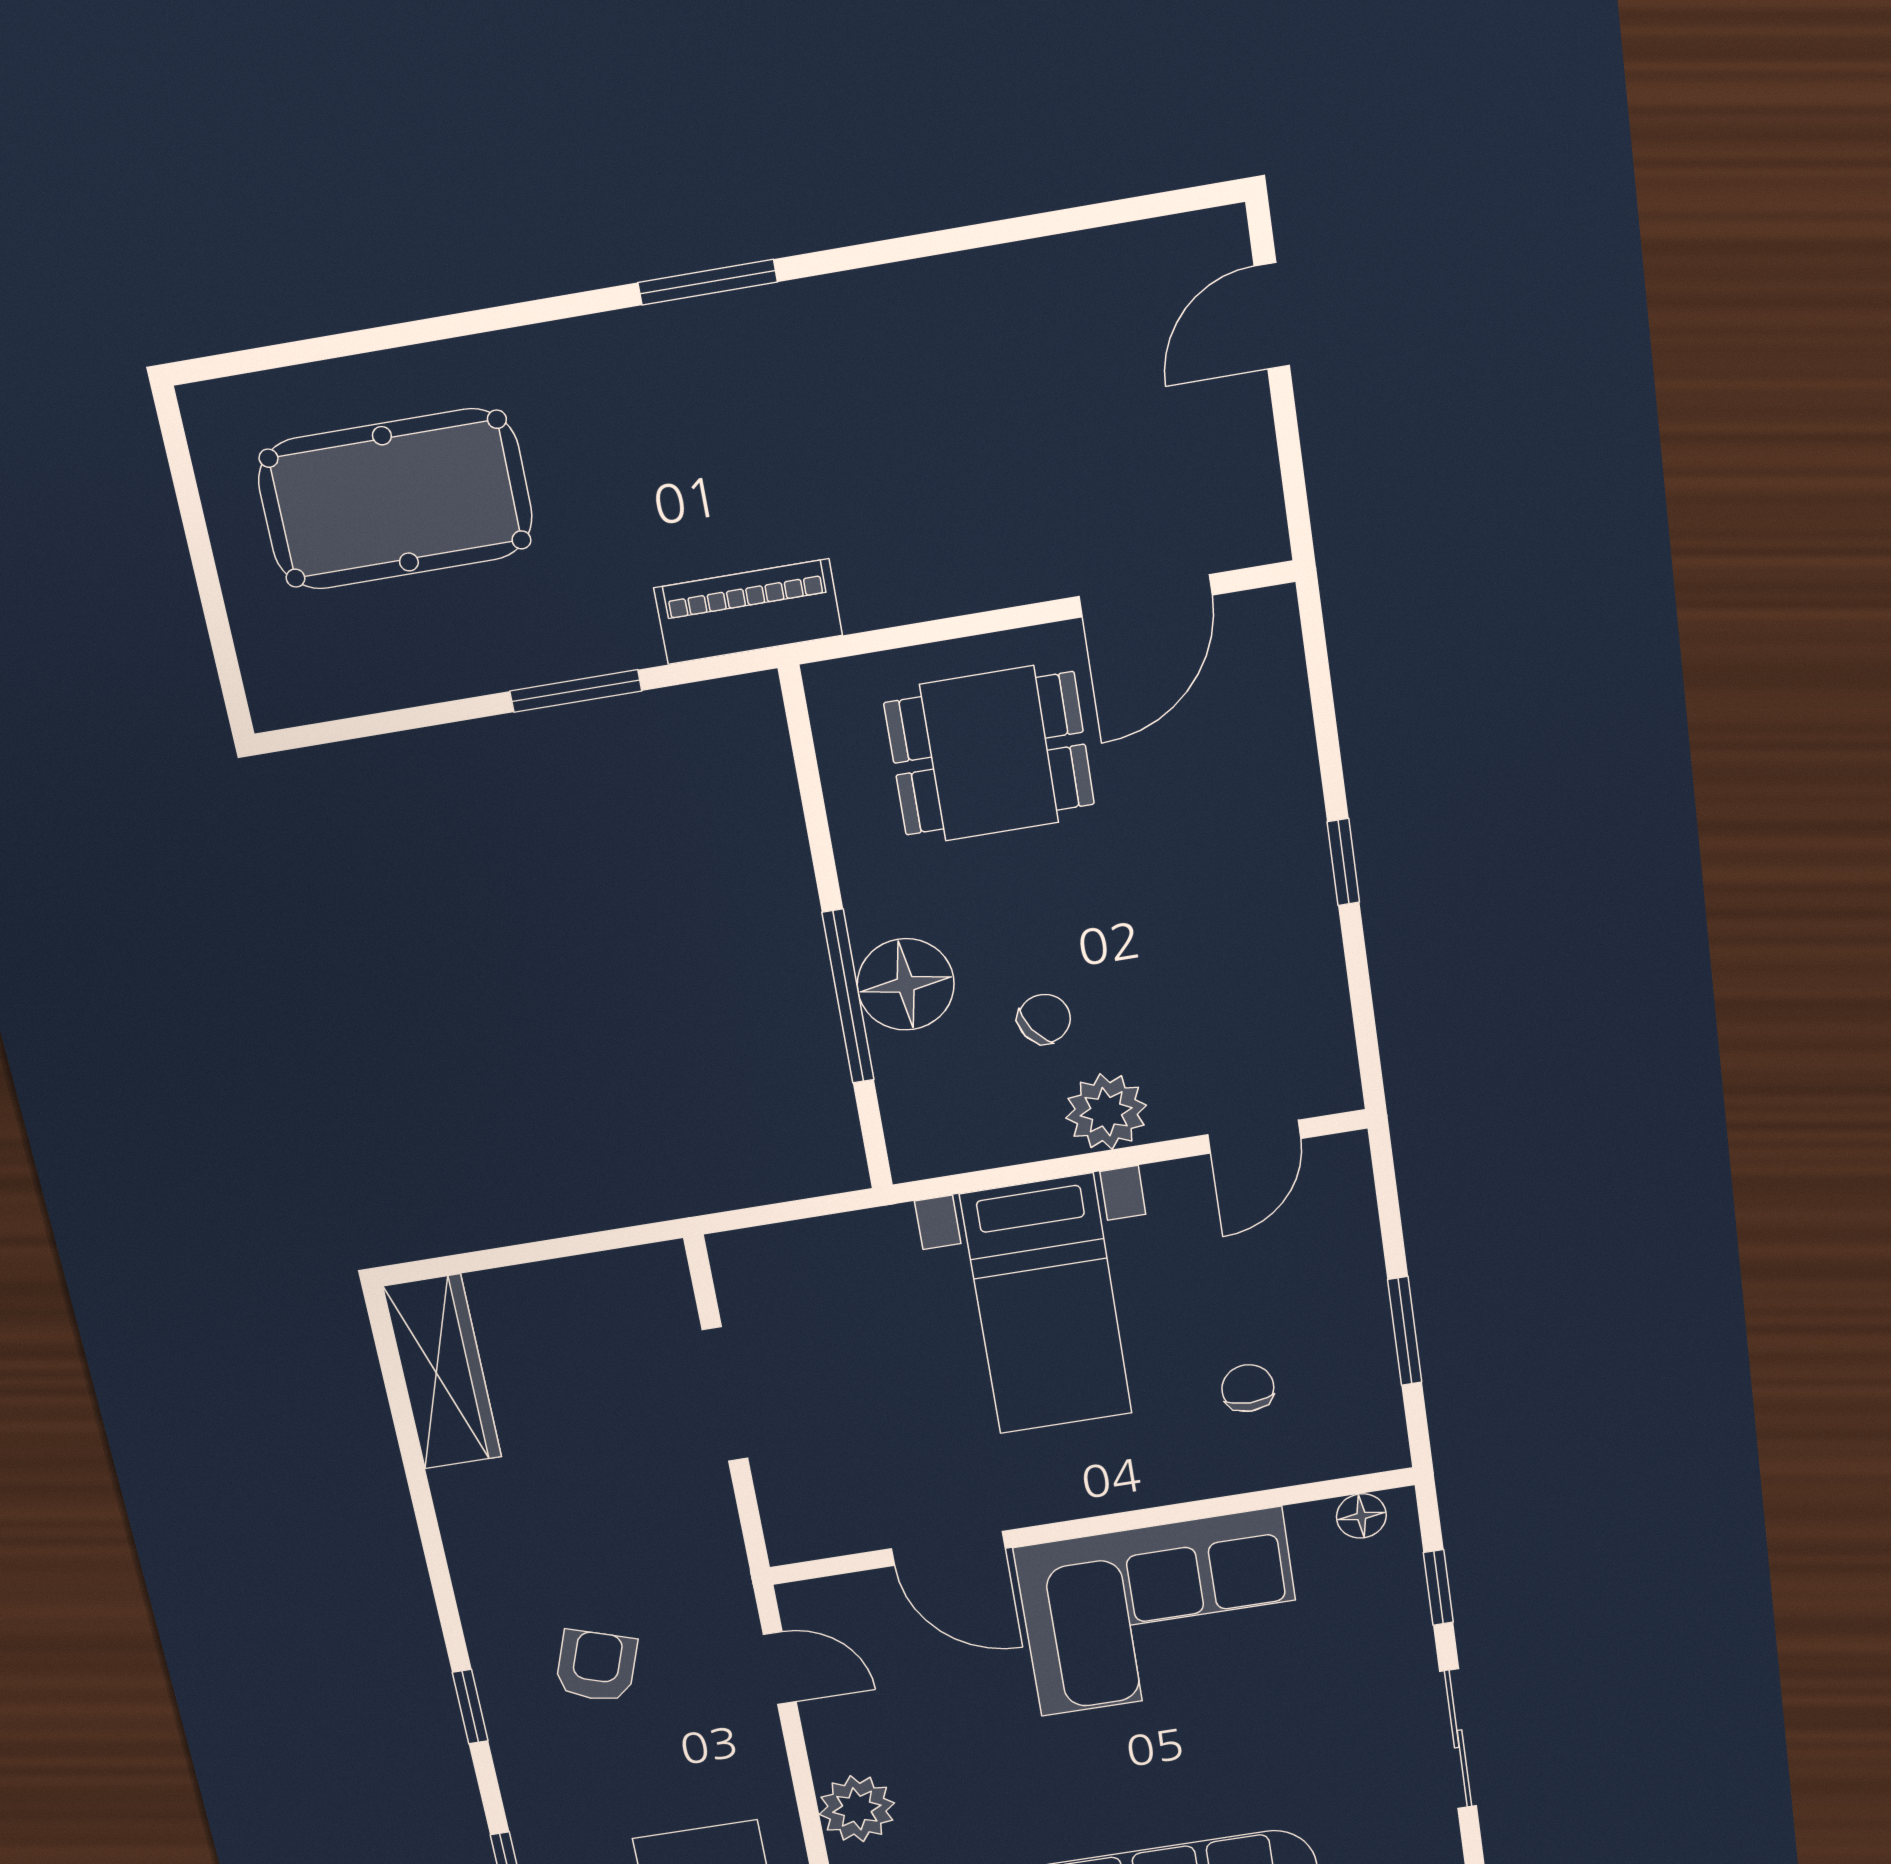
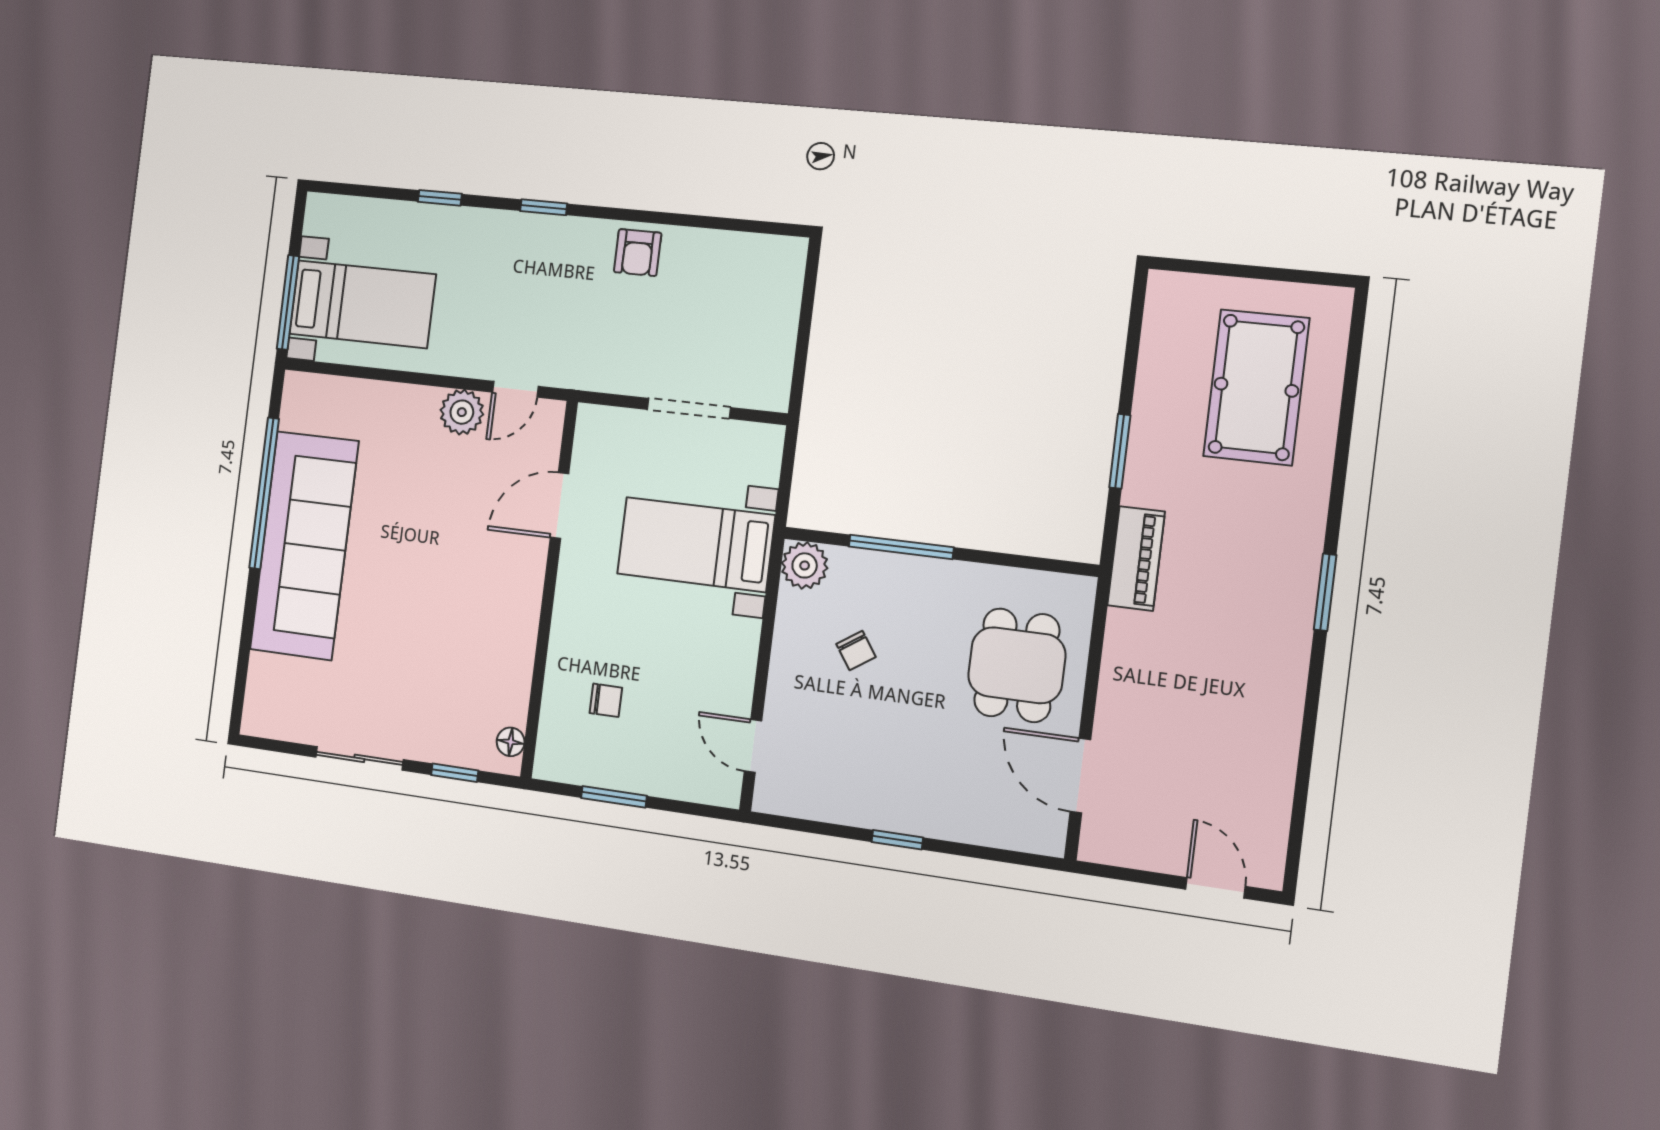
floor lamp: (906, 984) -> (899, 581), removed
plant: (1106, 1112) -> (805, 565), moved
bed with nightstands: (1046, 1304) -> (696, 544), moved
wardrobe: (443, 1372) -> (749, 255), removed
corner sofa: (1161, 1612) -> (486, 613), removed
armchair: (596, 1666) -> (638, 253), moved, turned 71
plant: (857, 1809) -> (462, 412), moved

